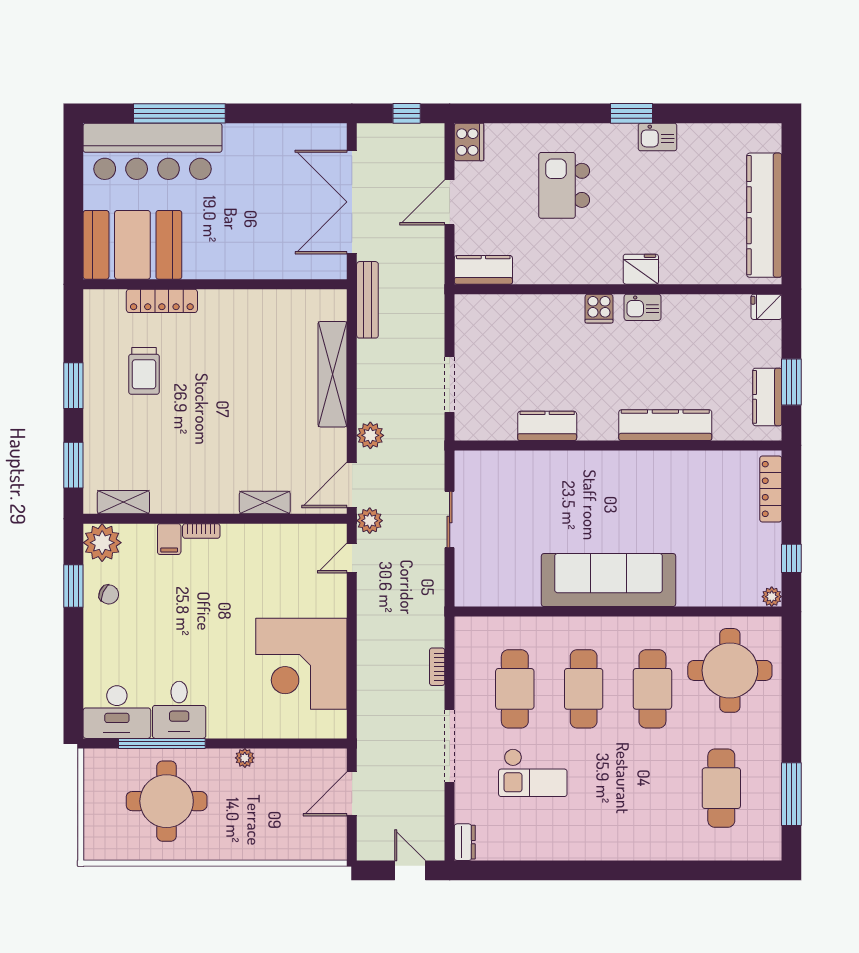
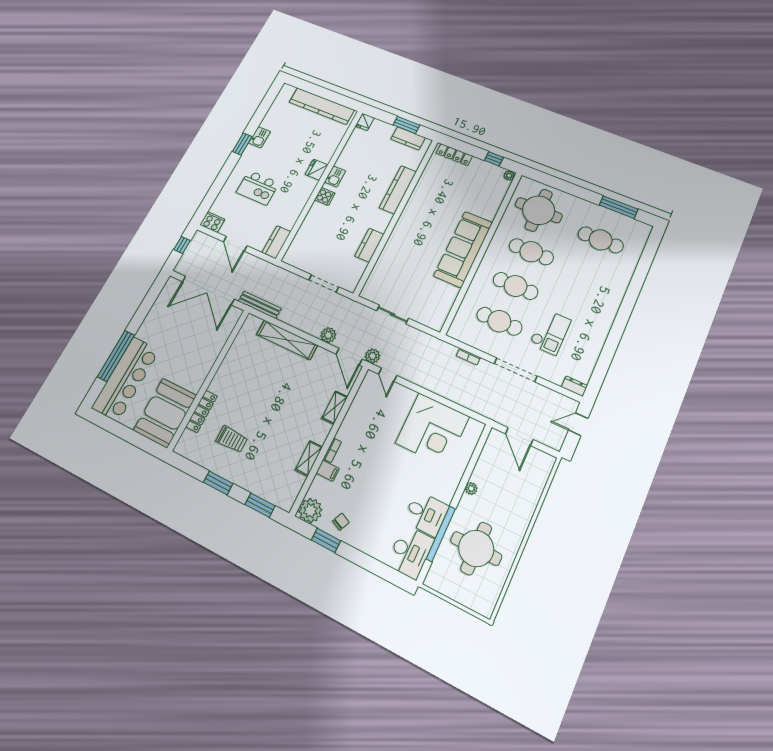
shelving: (123, 502) -> (309, 458), moved

